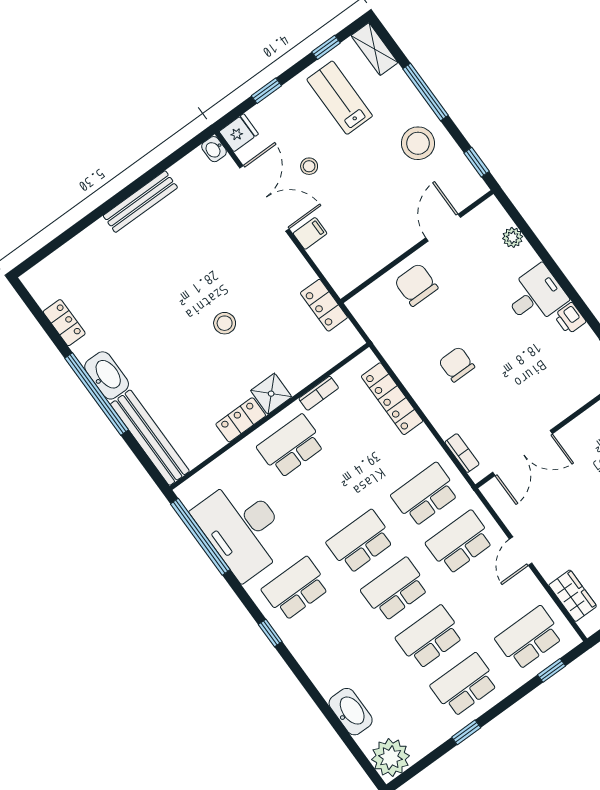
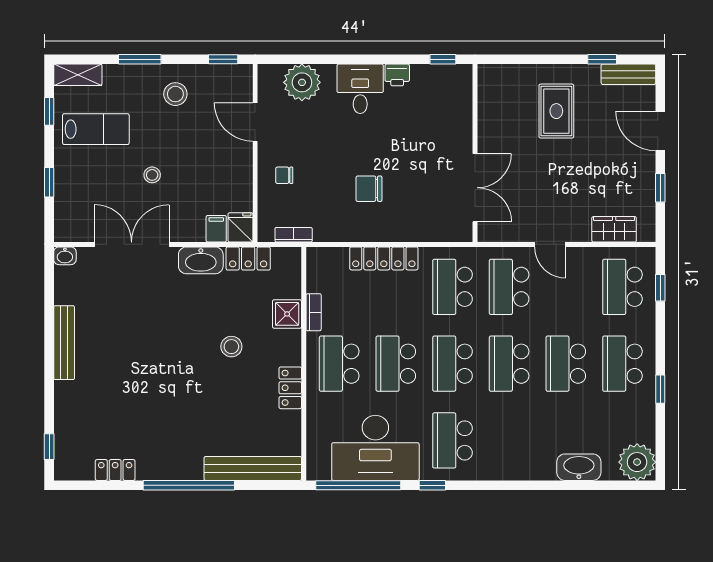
window: (426, 92) -> (140, 59), width x0.69
lab bench: (340, 98) -> (96, 129), turned 180
fridge: (239, 133) -> (240, 227), moved
stool: (418, 143) -> (175, 94), width x0.73, depth x0.73
stool: (309, 166) -> (152, 175), moved
filing cabinet: (310, 233) -> (216, 229), moved
plant: (513, 237) -> (302, 82), width x1.87, depth x1.87
window: (44, 253) -> (49, 447), added
chair: (416, 285) -> (284, 175), width x0.54, depth x0.54
stool: (225, 323) -> (231, 347), moved
washbasin: (107, 375) -> (201, 260), moved, turned 180
shower: (271, 394) -> (287, 314), moved
locker: (392, 399) -> (384, 258), moved
bookcase: (462, 453) -> (294, 235), moved
school desk: (326, 494) -> (396, 364), added
window: (270, 633) -> (432, 485), moved

